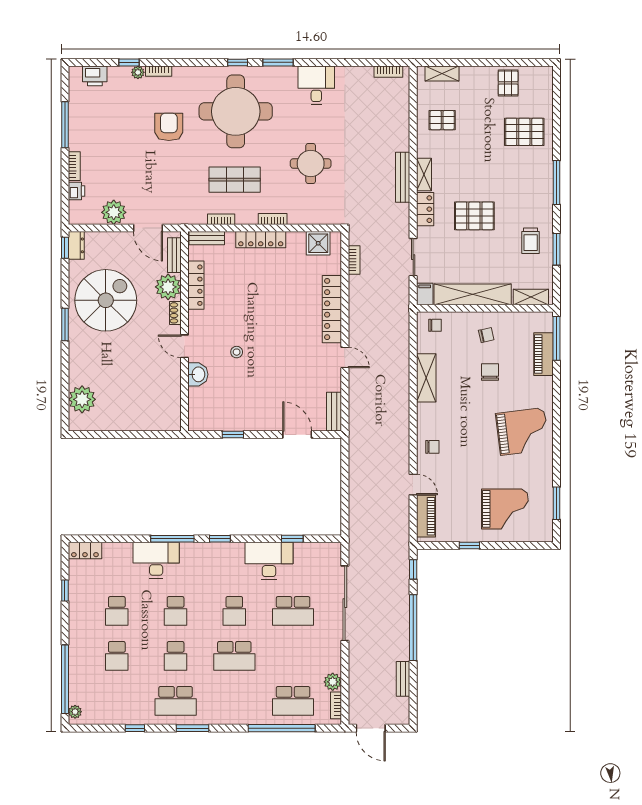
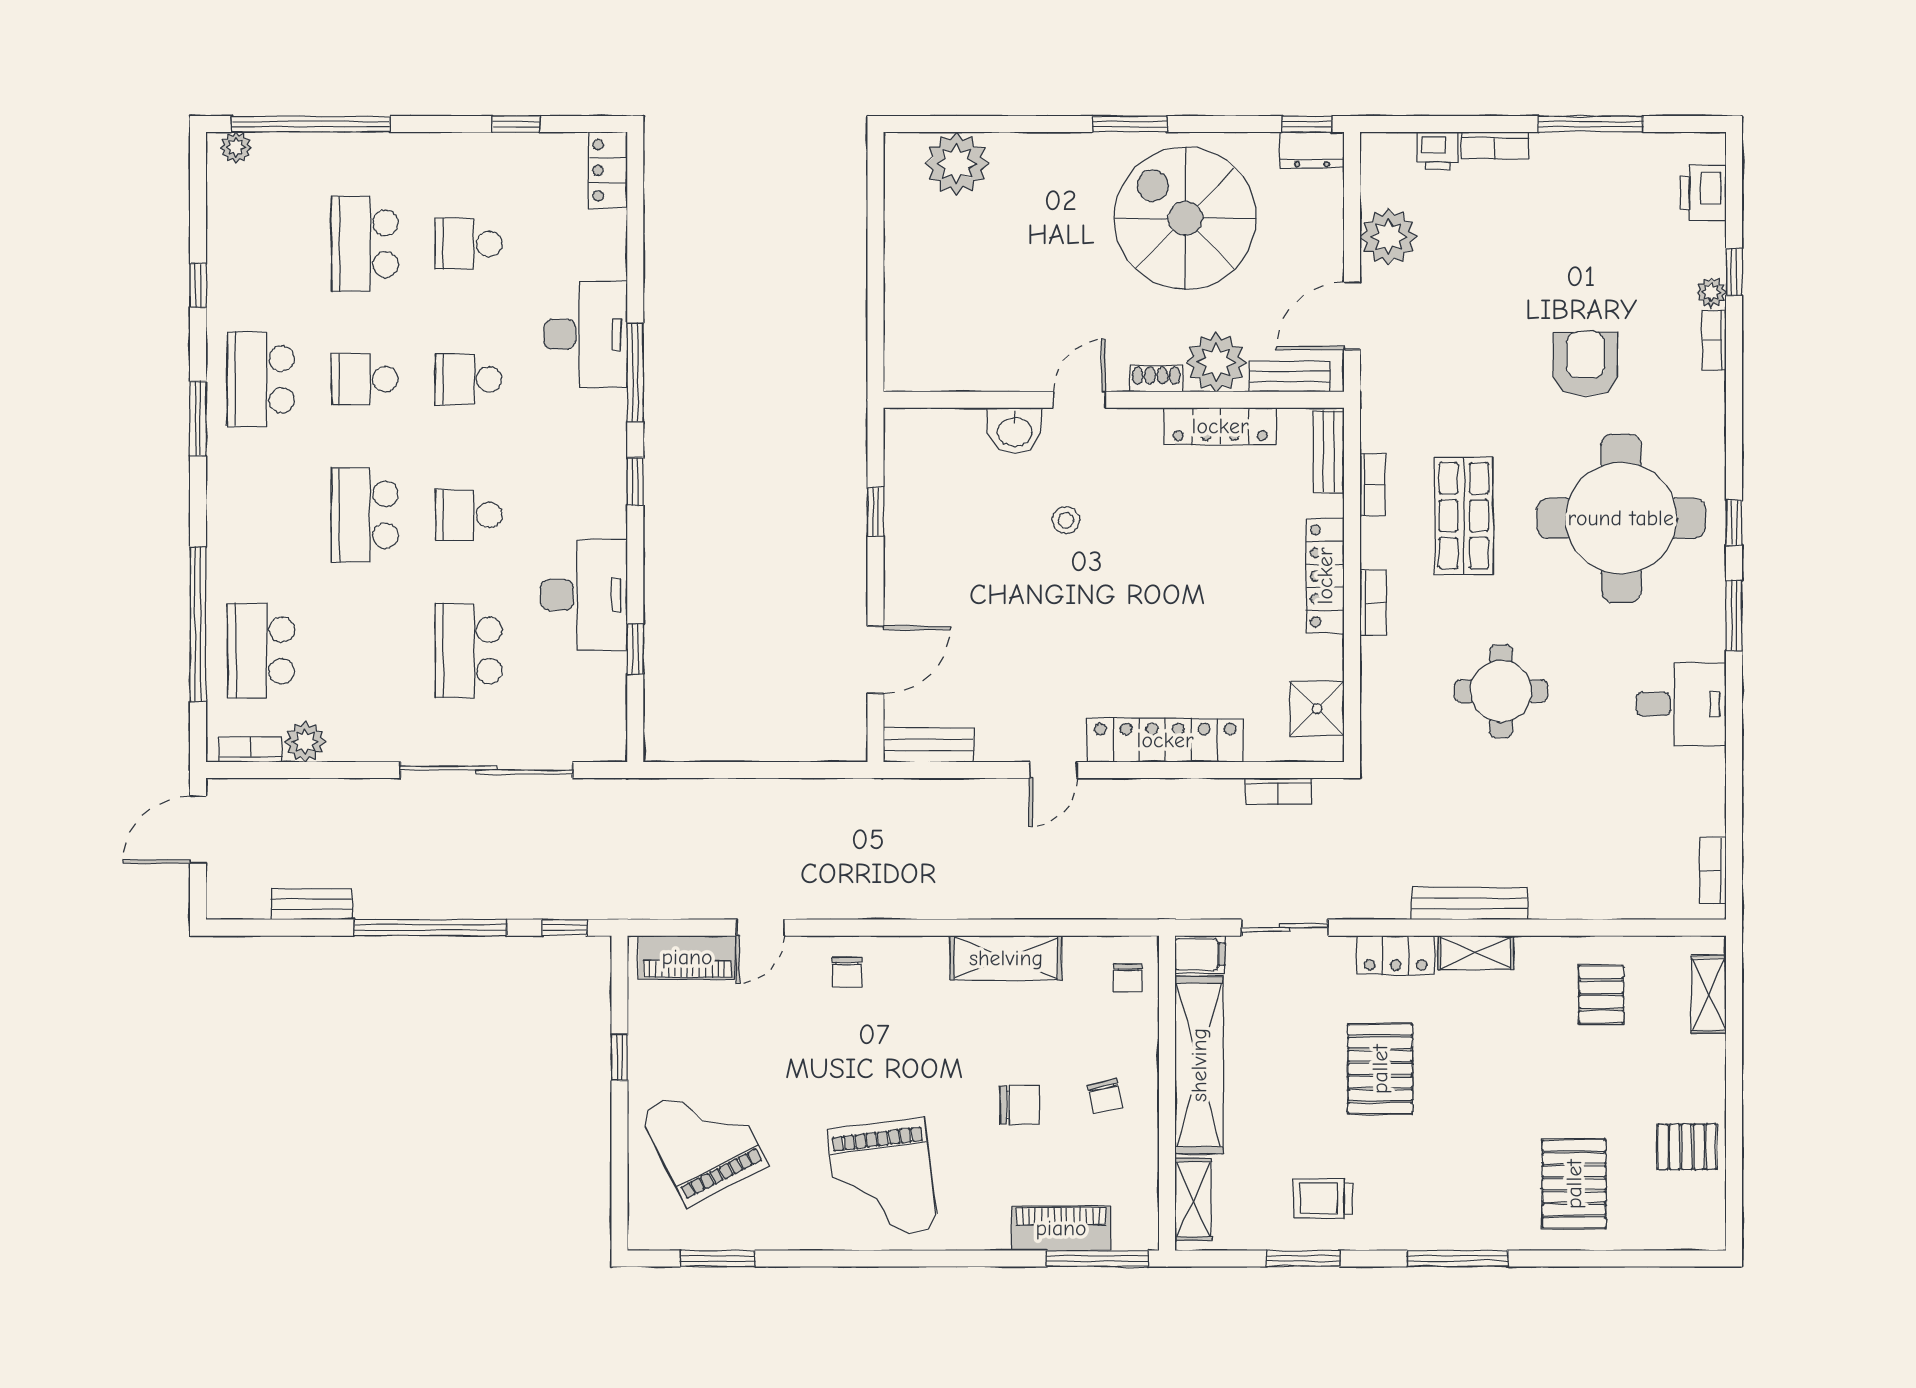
armchair: (169, 127) -> (1586, 364), turned -90
spiral stairs: (106, 300) -> (1185, 218), turned 180
grand piano: (505, 509) -> (704, 1139), turned 153
school desk: (117, 656) -> (365, 244), width x1.85

